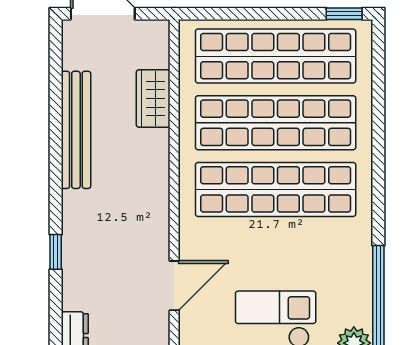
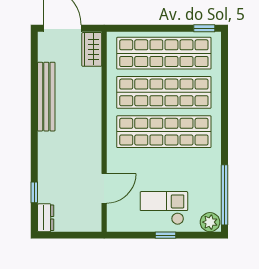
wardrobe: (153, 99) -> (92, 49), moved
window: (56, 252) -> (34, 192), moved

